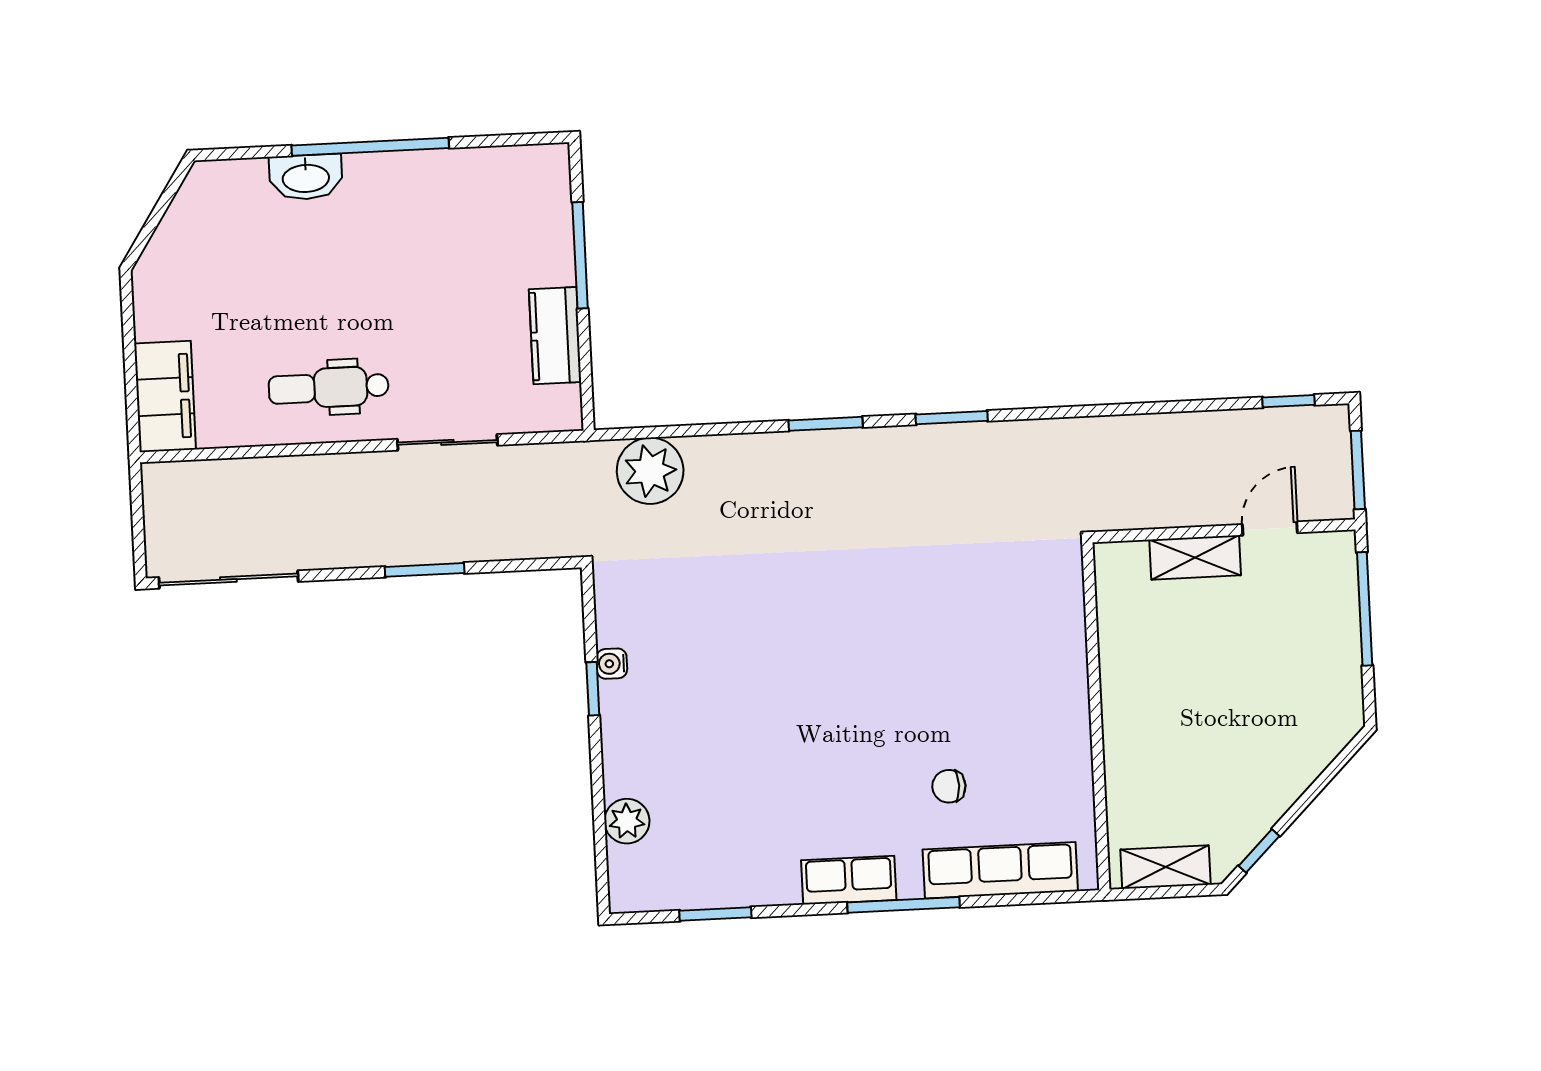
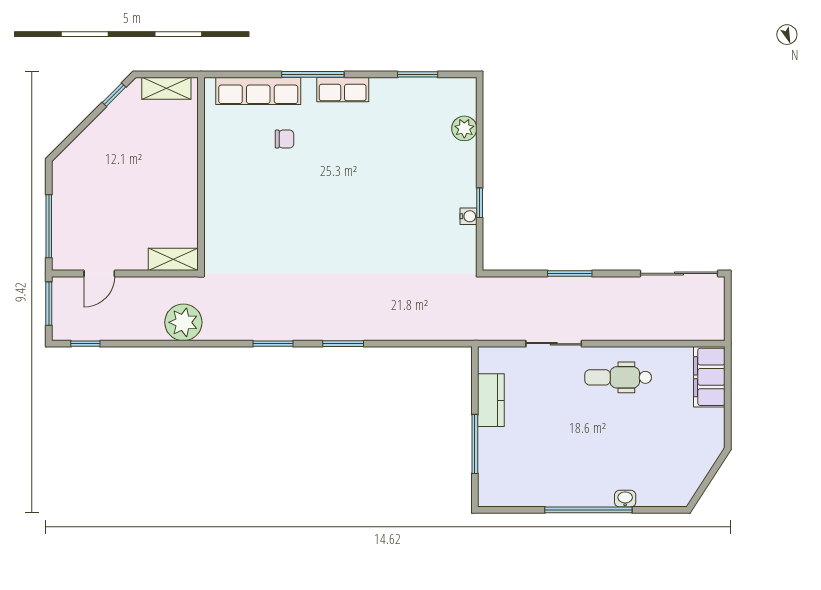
washbasin: (306, 177) -> (625, 499), width x0.52, depth x0.69
dental chair: (329, 388) -> (618, 377), turned 180
plant: (650, 471) -> (183, 322), moved
shelving: (1195, 557) -> (173, 259), moved

